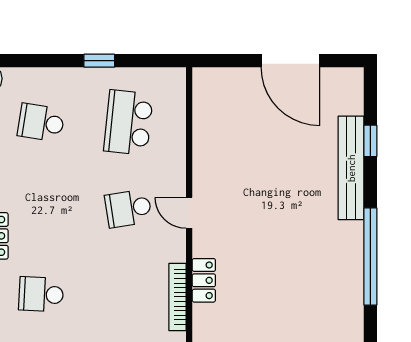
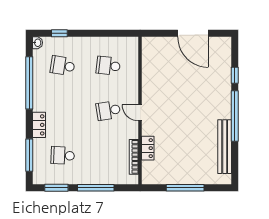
window: (99, 61) -> (59, 33), moved
school desk: (128, 123) -> (108, 66), width x0.54
bench: (351, 168) -> (225, 147), moved
window: (370, 256) -> (235, 116), moved

